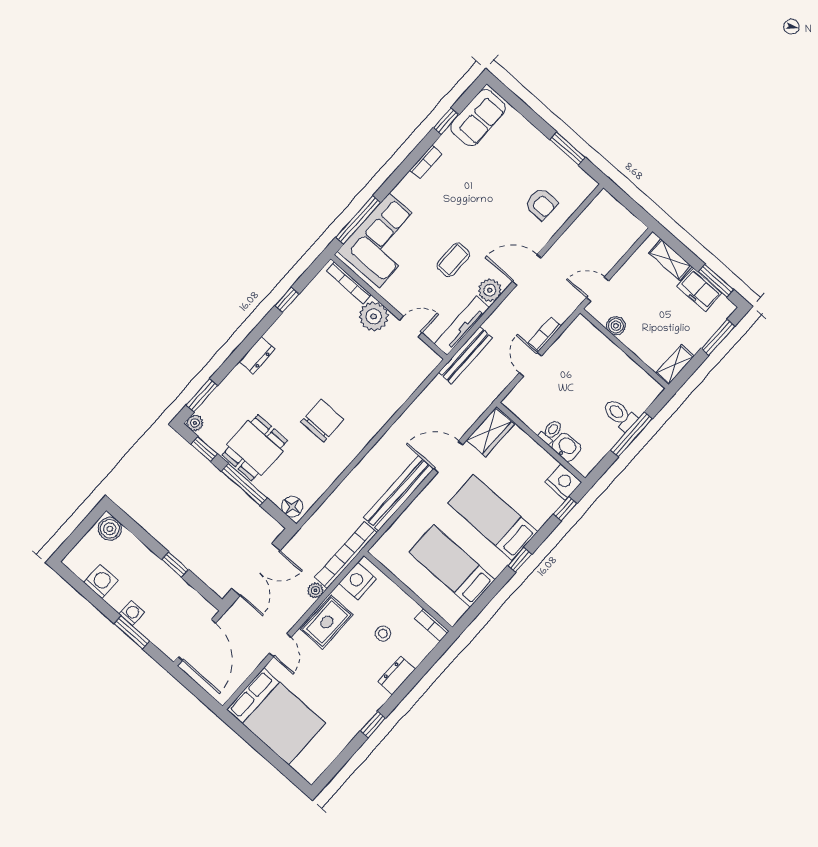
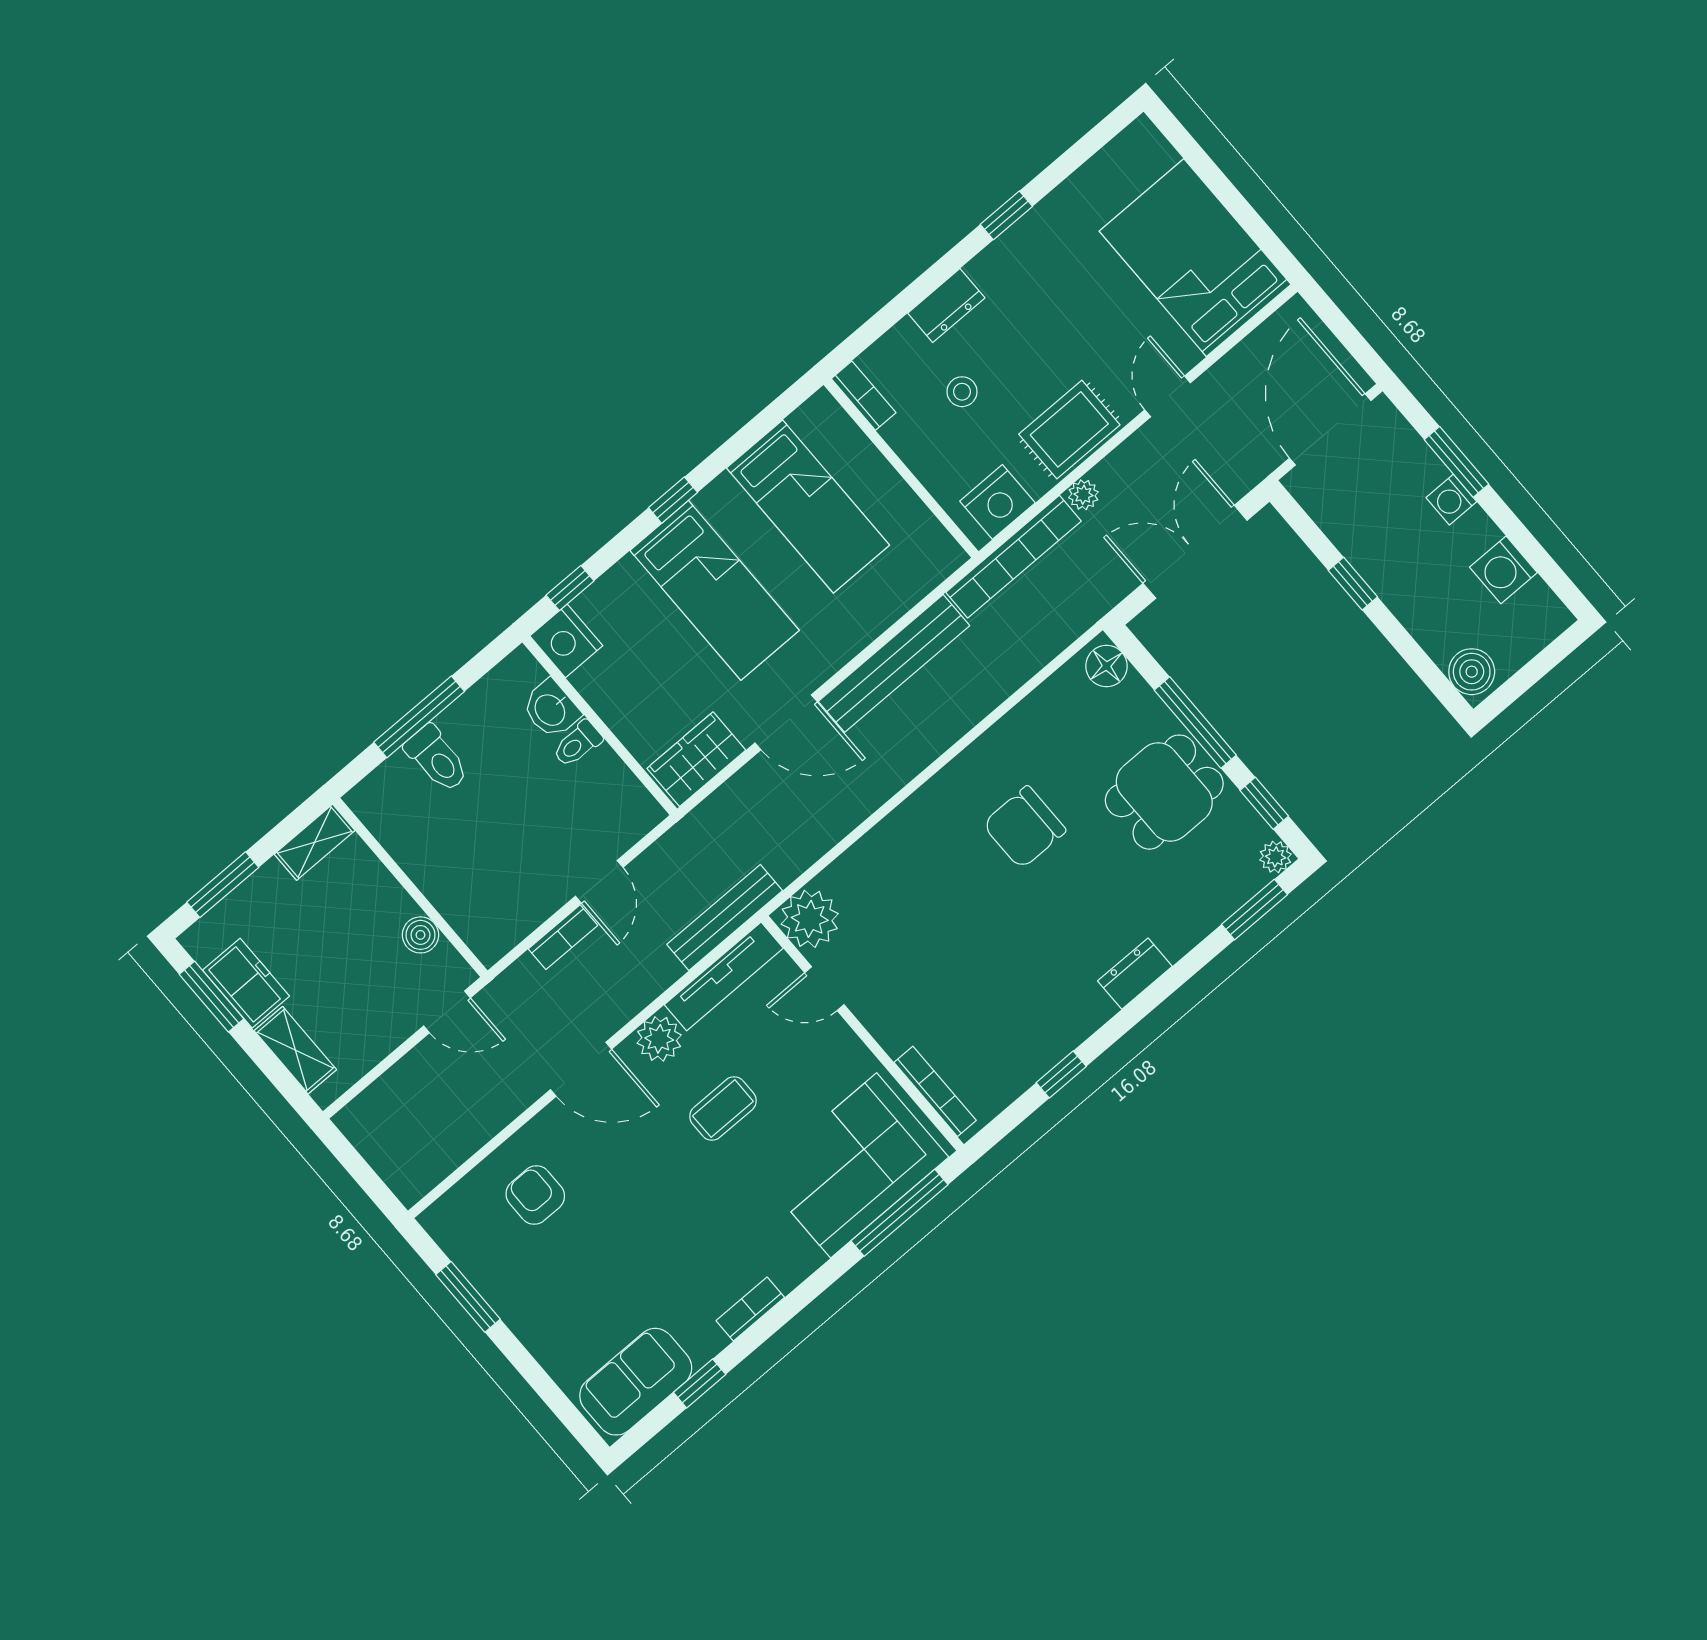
plant: (374, 316) -> (810, 919), moved

